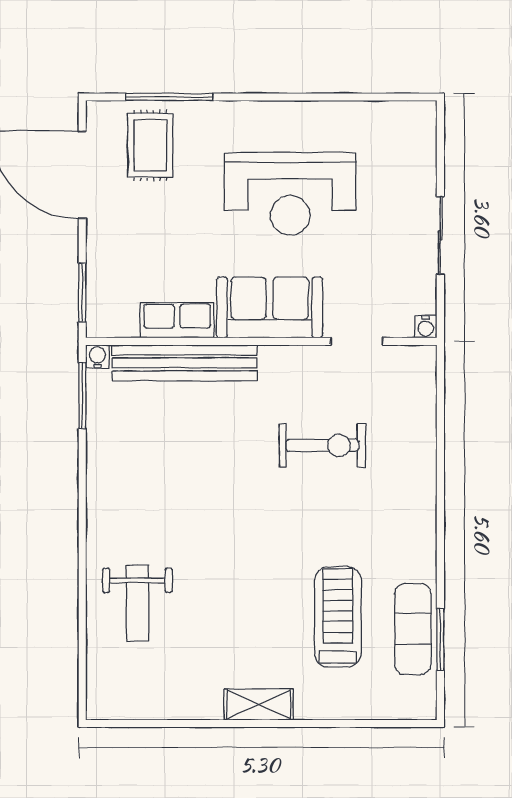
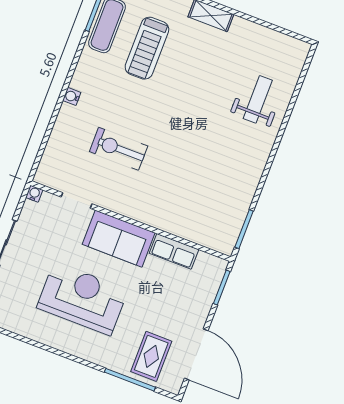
water cooler: (97, 357) -> (72, 96), moved, turned 90
bench: (185, 363) -> (179, 225), removed

